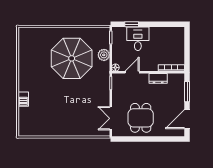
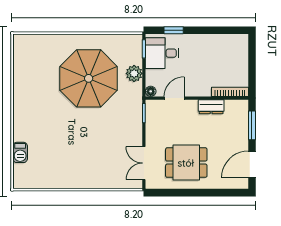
desk: (138, 39) -> (162, 53), moved, turned -90
barbecue: (23, 99) -> (20, 152), moved
dining table: (141, 118) -> (186, 163), turned 90

